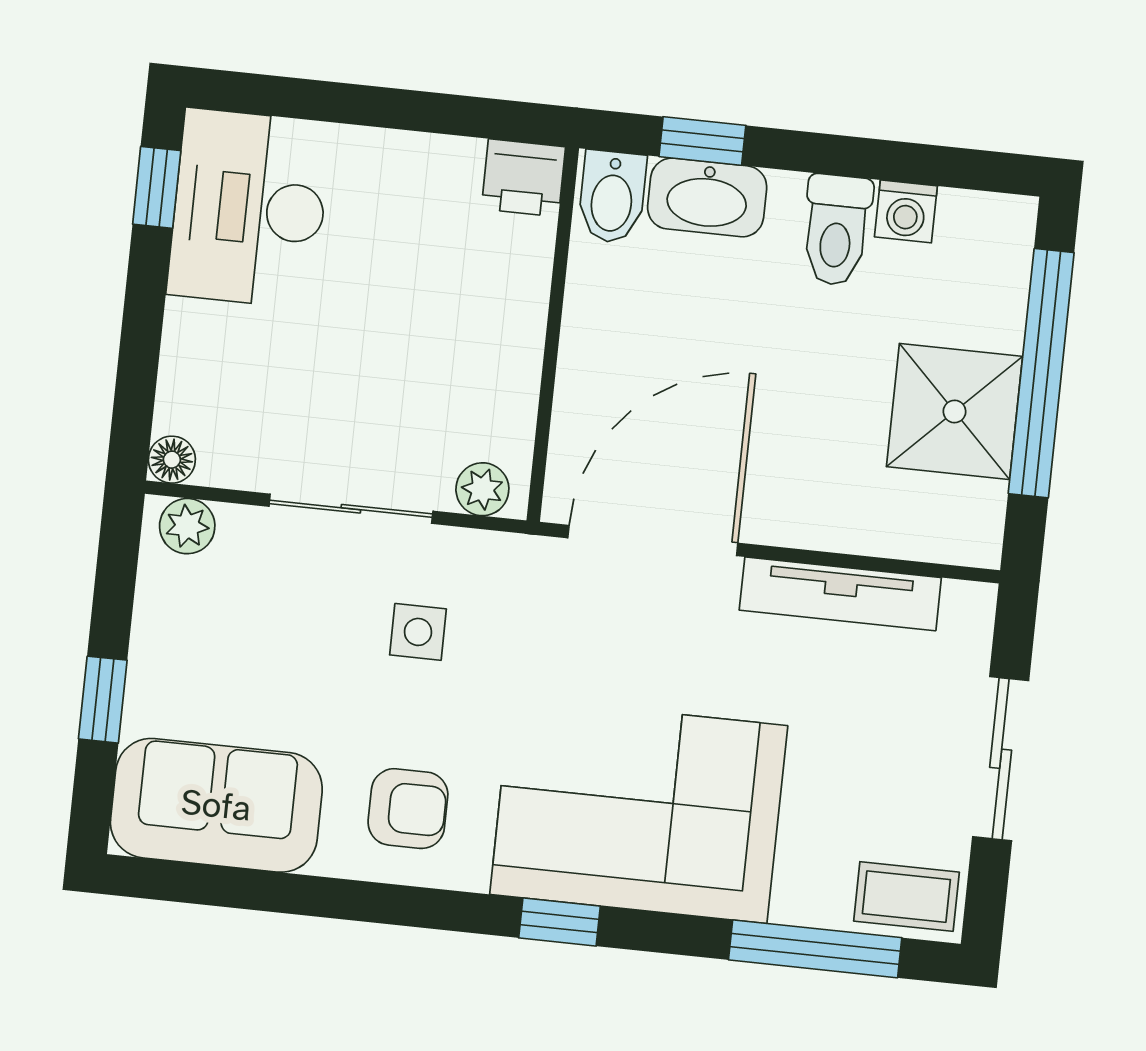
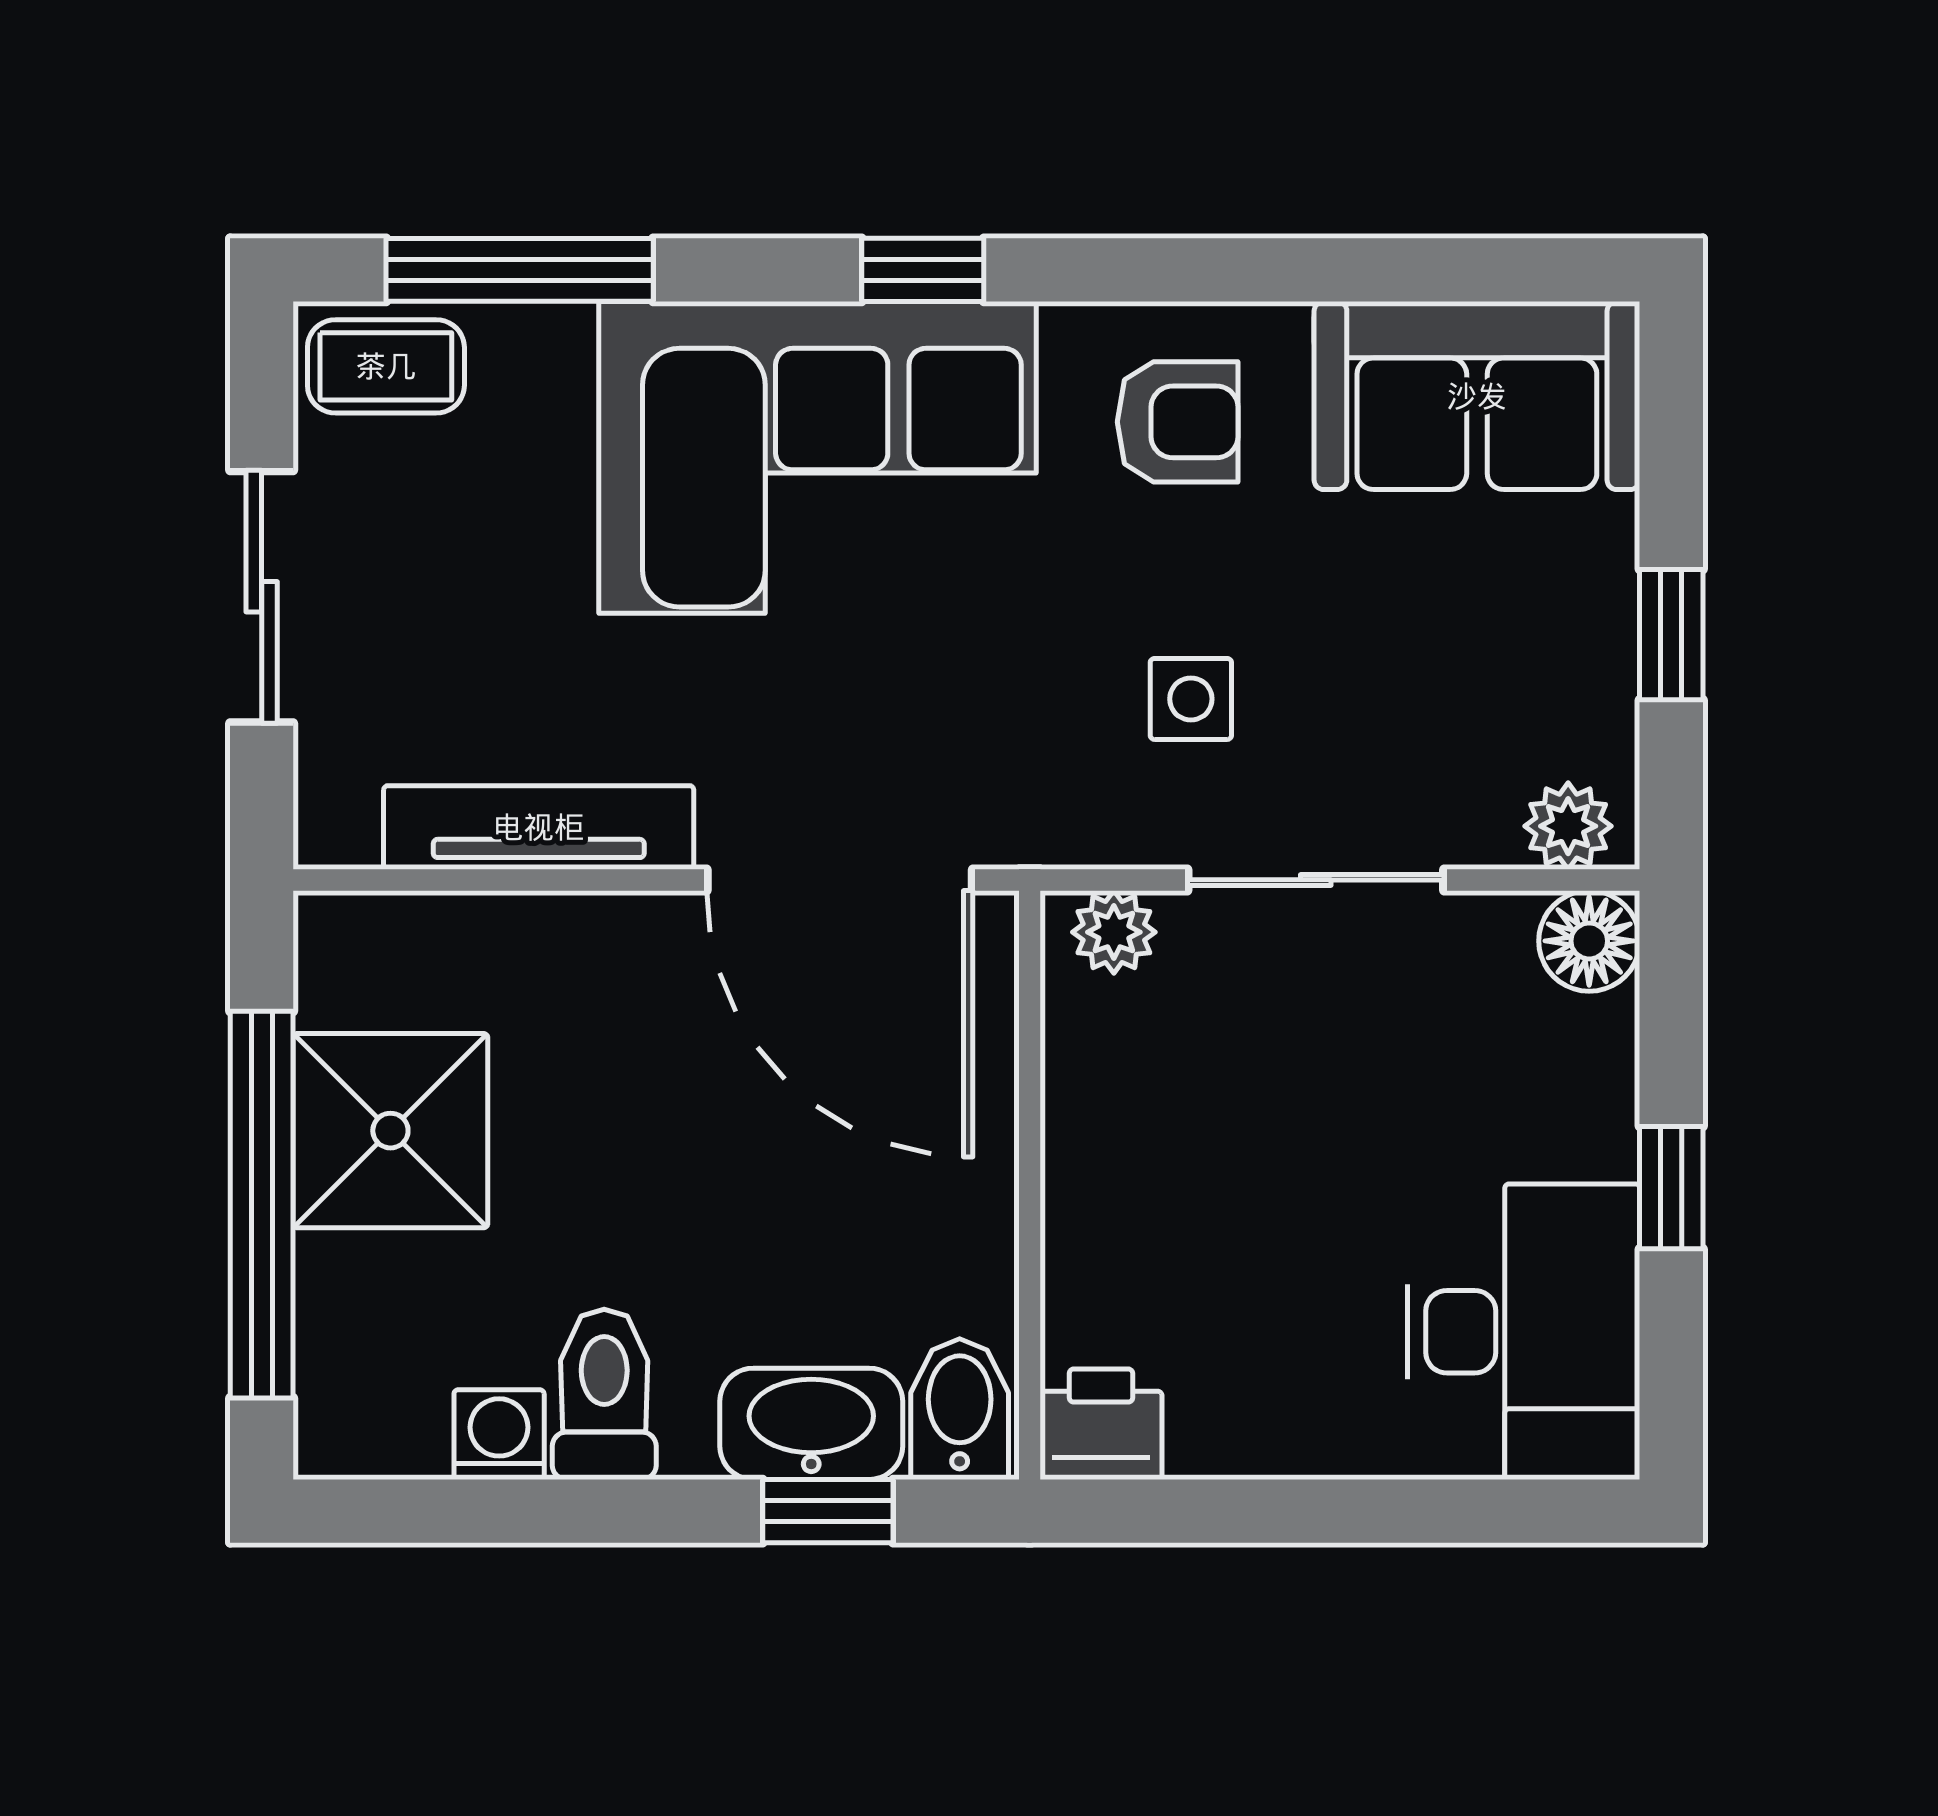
window: (157, 187) -> (1671, 1188), moved
floor lamp: (172, 460) -> (1589, 941), width x1.37, depth x1.37
door: (653, 540) -> (840, 880), hinge flipped
window: (103, 700) -> (1671, 635), moved
armchair: (408, 809) -> (1178, 422), turned 180

